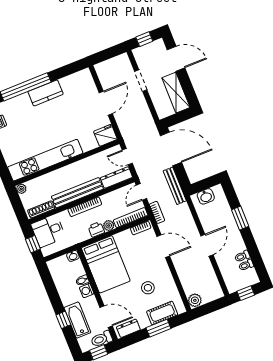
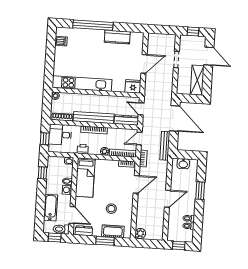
kitchen counter: (46, 93) -> (117, 37), moved
printer: (96, 229) -> (83, 149), moved
door: (163, 246) -> (136, 184), hinge flipped
bed: (106, 264) -> (85, 178), width x0.67
window: (63, 320) -> (43, 173), moved

